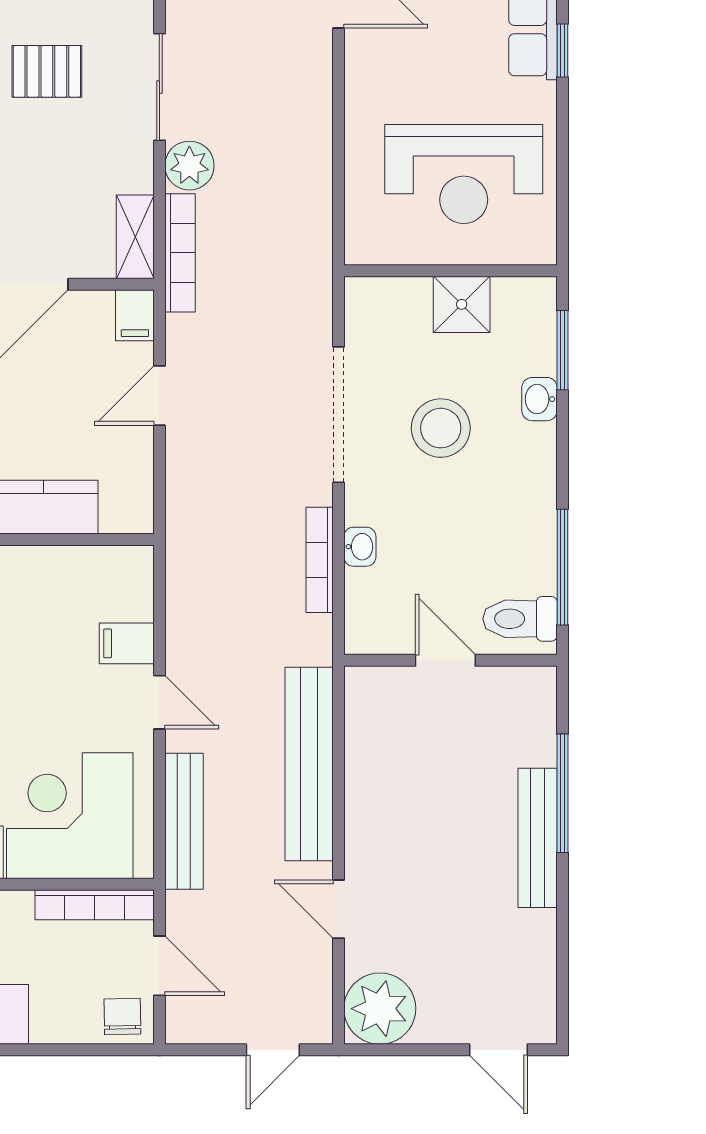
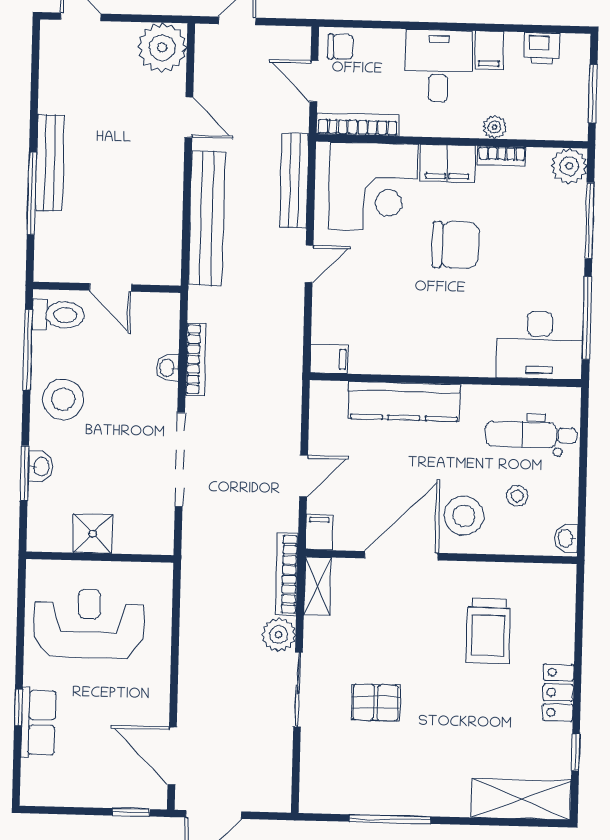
window: (562, 350) -> (24, 473), moved
stool: (441, 428) -> (63, 399), moved
filing cabinet: (127, 643) -> (329, 359), moved
door: (159, 702) -> (309, 264), swing flipped
chair: (122, 1017) -> (341, 47), turned -89

